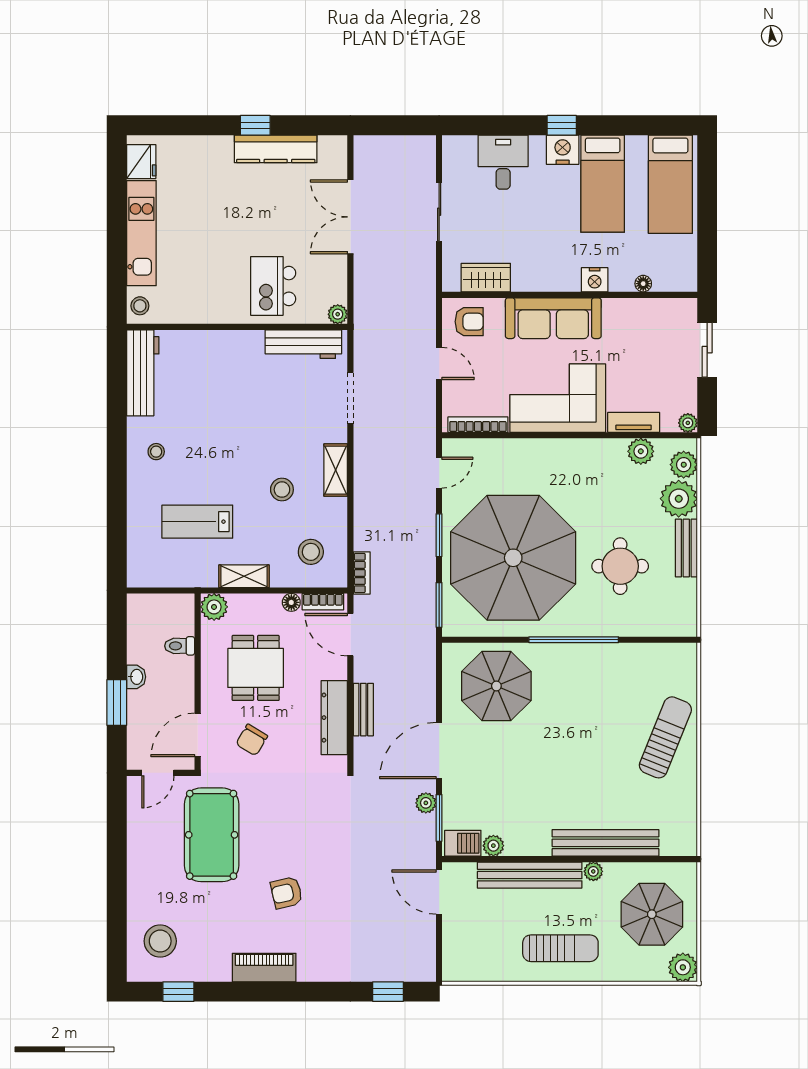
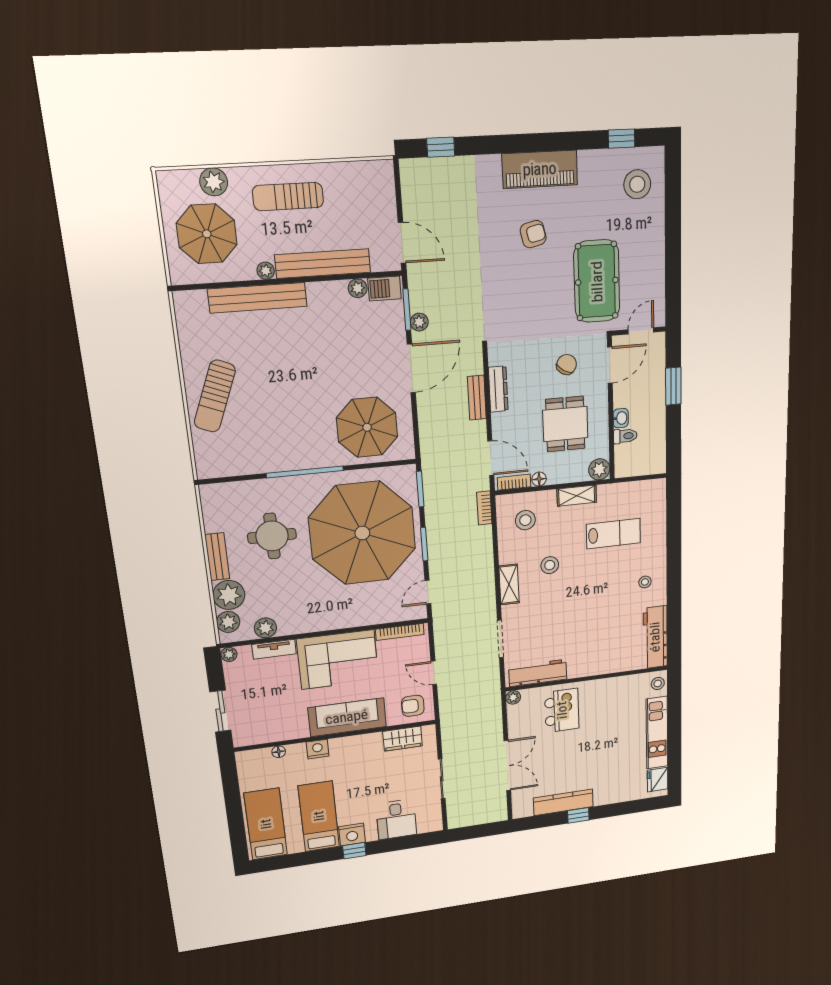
washbasin: (136, 677) -> (621, 418), moved, turned 180
dresser: (334, 718) -> (498, 389), width x0.73, depth x0.80
plant: (683, 967) -> (214, 182), moved
piano: (264, 968) -> (540, 169), width x1.37, depth x1.33

